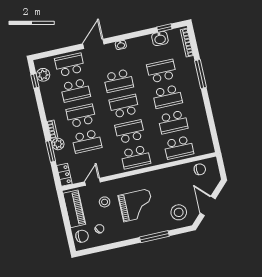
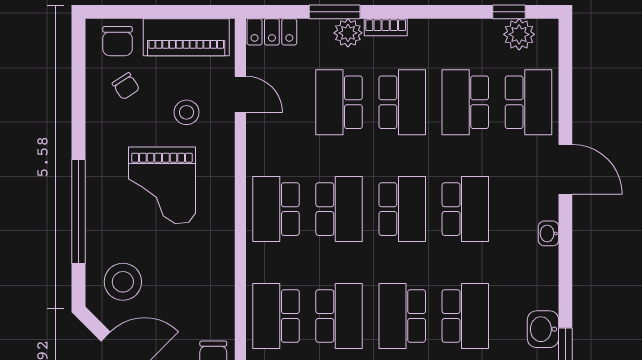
school desk: (118, 81) -> (465, 209), turned 180
school desk: (173, 122) -> (339, 316), turned 180
window: (154, 237) -> (79, 212), width x1.46

